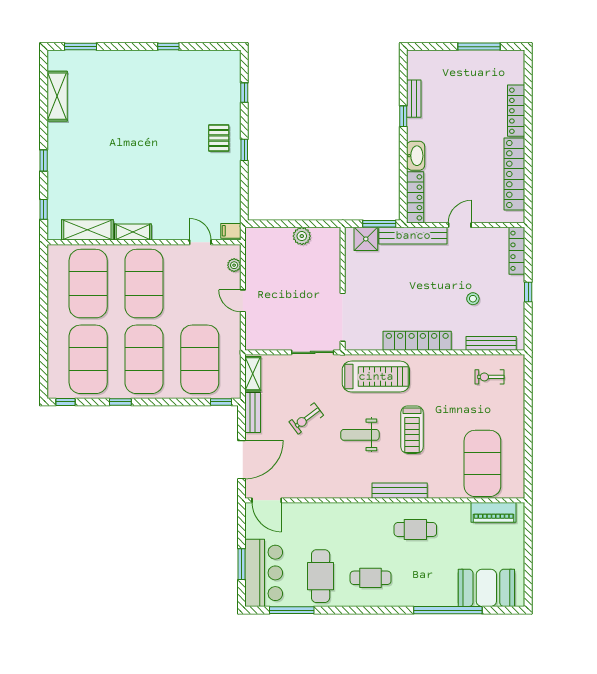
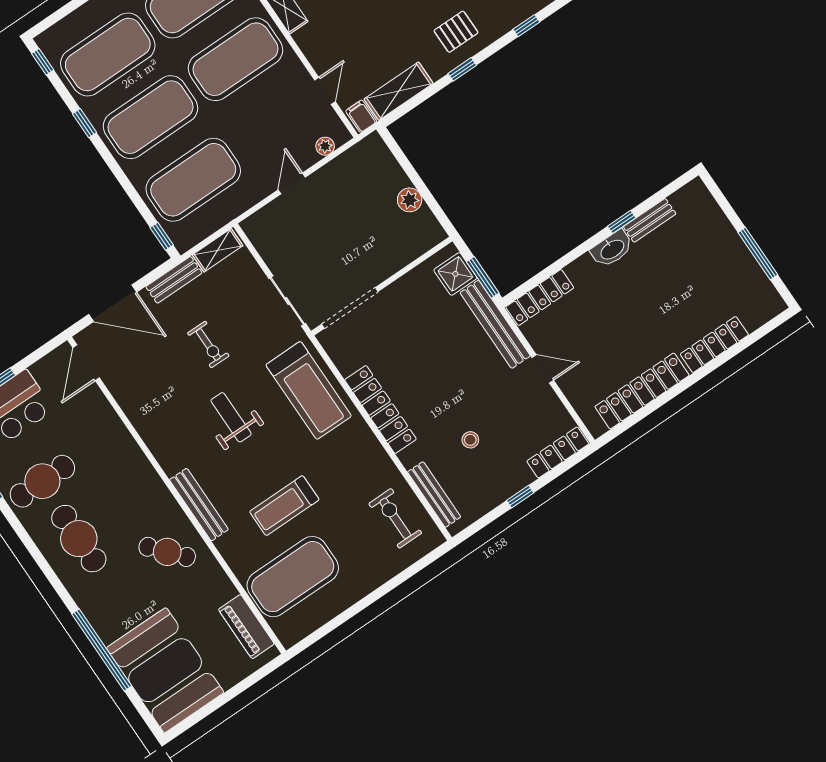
washbasin: (416, 156) -> (612, 249), moved
shelving: (231, 198) -> (399, 91), added
exercise bike: (489, 377) -> (395, 518), width x1.38, depth x1.39
exercise bike: (306, 418) -> (208, 345), turned -143
treadmill: (412, 430) -> (284, 506), moved
cafe table: (415, 530) -> (167, 552), turned -41
cafe table: (371, 578) -> (79, 539), width x1.37, depth x1.35
booth: (486, 588) -> (165, 670), width x1.36, depth x1.42

